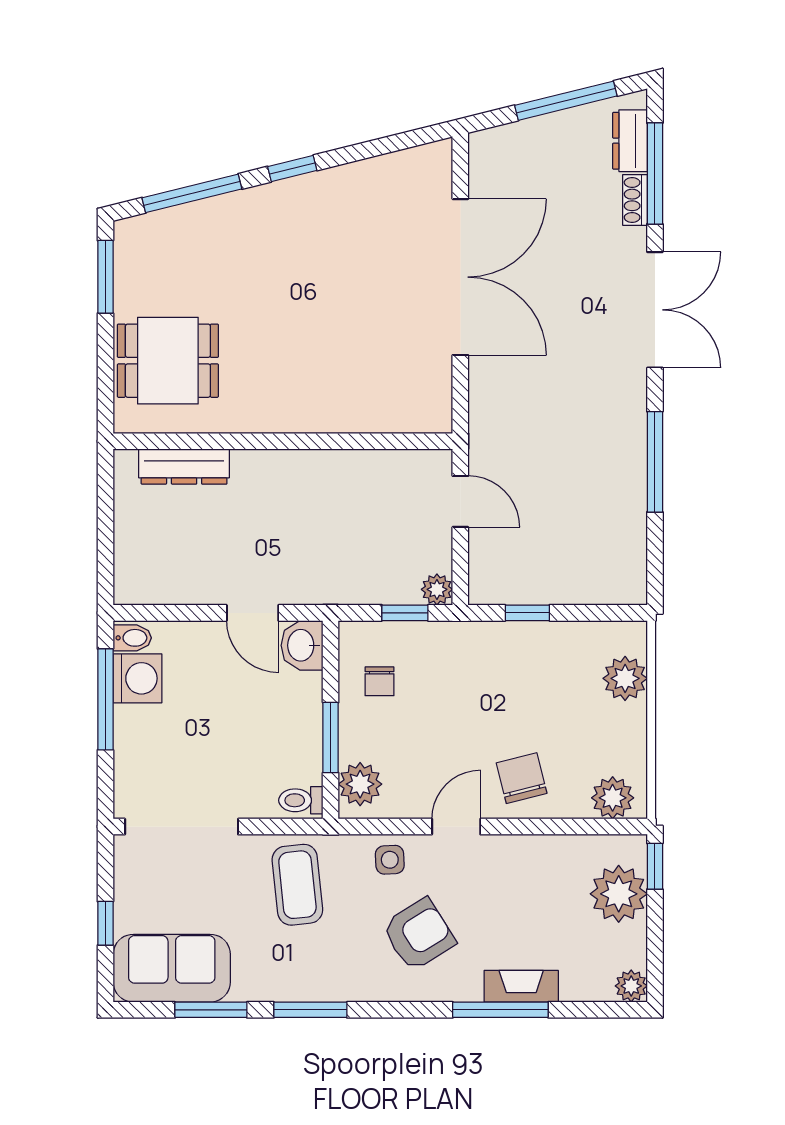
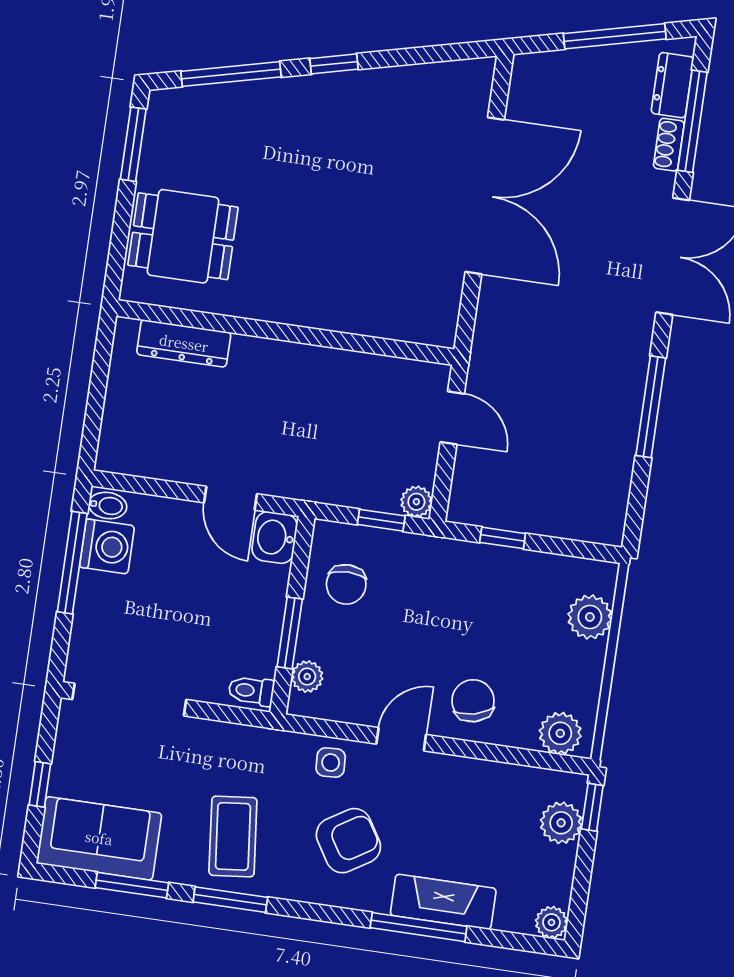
chair: (379, 681) -> (346, 584), width x1.37, depth x1.37
plant: (360, 784) -> (307, 677), width x0.73, depth x0.73
coffee table: (297, 885) -> (233, 836), moved
plant: (619, 894) -> (561, 823), width x0.73, depth x0.73
fireplace: (521, 986) -> (443, 902), width x1.37, depth x1.32

